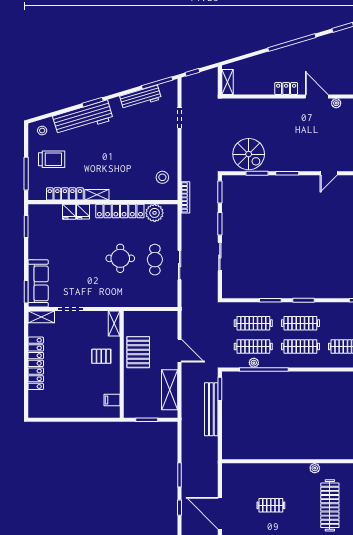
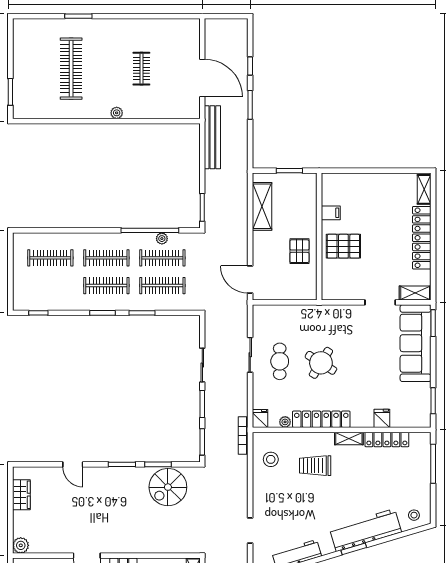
plant: (336, 103) -> (64, 548), removed
spiral stairs: (249, 154) -> (168, 487), turned -90
trolley: (52, 159) -> (315, 466), moved
door: (329, 173) -> (73, 464), swing flipped
fridge: (83, 212) -> (260, 418), moved
plant: (155, 213) -> (285, 422), width x0.53, depth x0.53
round table: (120, 258) -> (321, 363), turned 32
sofa: (38, 283) -> (416, 343), width x1.36, depth x1.27
shelving: (114, 324) -> (424, 189), moved
door: (180, 351) -> (250, 280), moved
pallet: (138, 352) -> (299, 251), width x0.67, depth x0.71
pallet: (101, 356) -> (343, 246), width x1.50, depth x1.42
filing cabinet: (112, 400) -> (331, 213), moved
bench: (211, 409) -> (212, 137), moved
plant: (315, 468) -> (117, 113), moved
clothes rail: (271, 505) -> (141, 69), turned 90
door: (220, 513) -> (202, 78), moved

